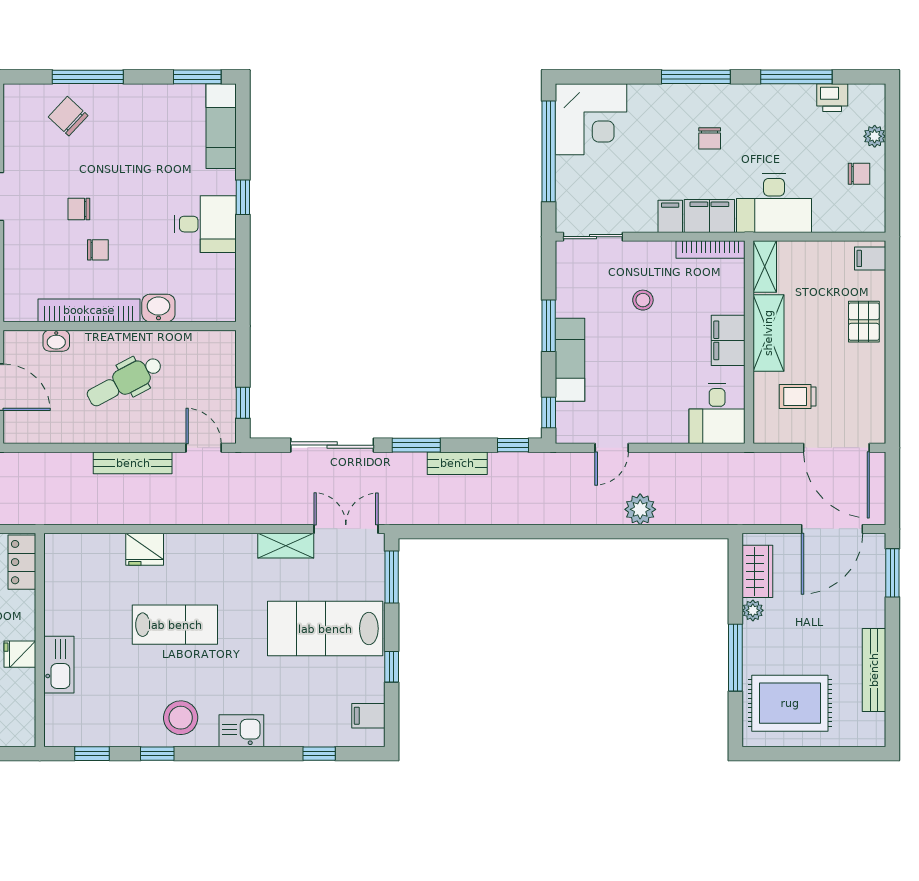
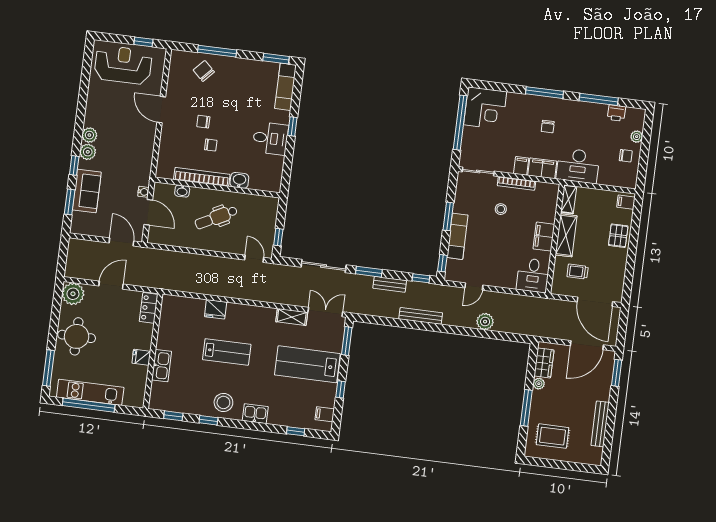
bookcase: (710, 250) -> (516, 183), moved
bench: (133, 463) -> (421, 316), moved
rug: (790, 703) -> (553, 436), width x0.73, depth x0.70

